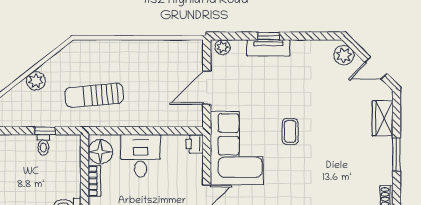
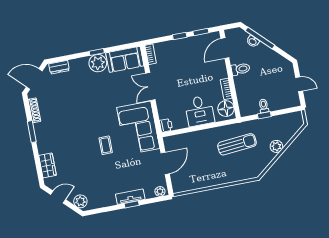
window: (396, 155) -> (32, 132), moved

